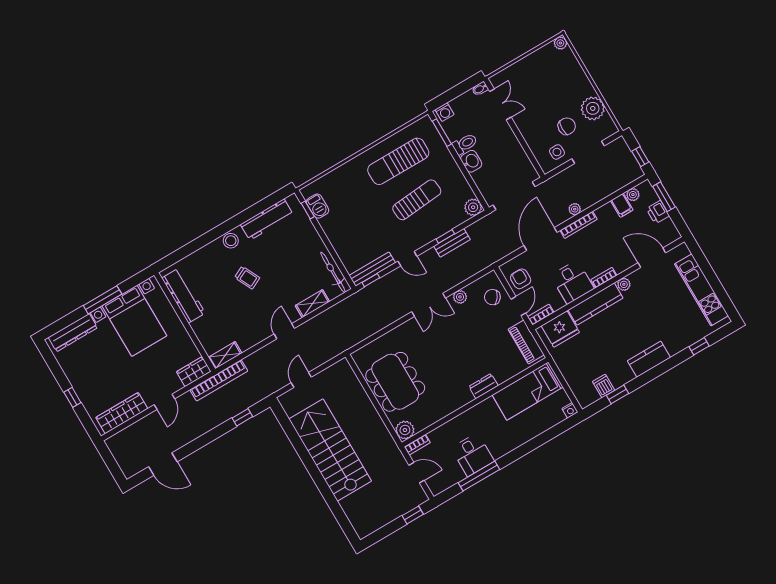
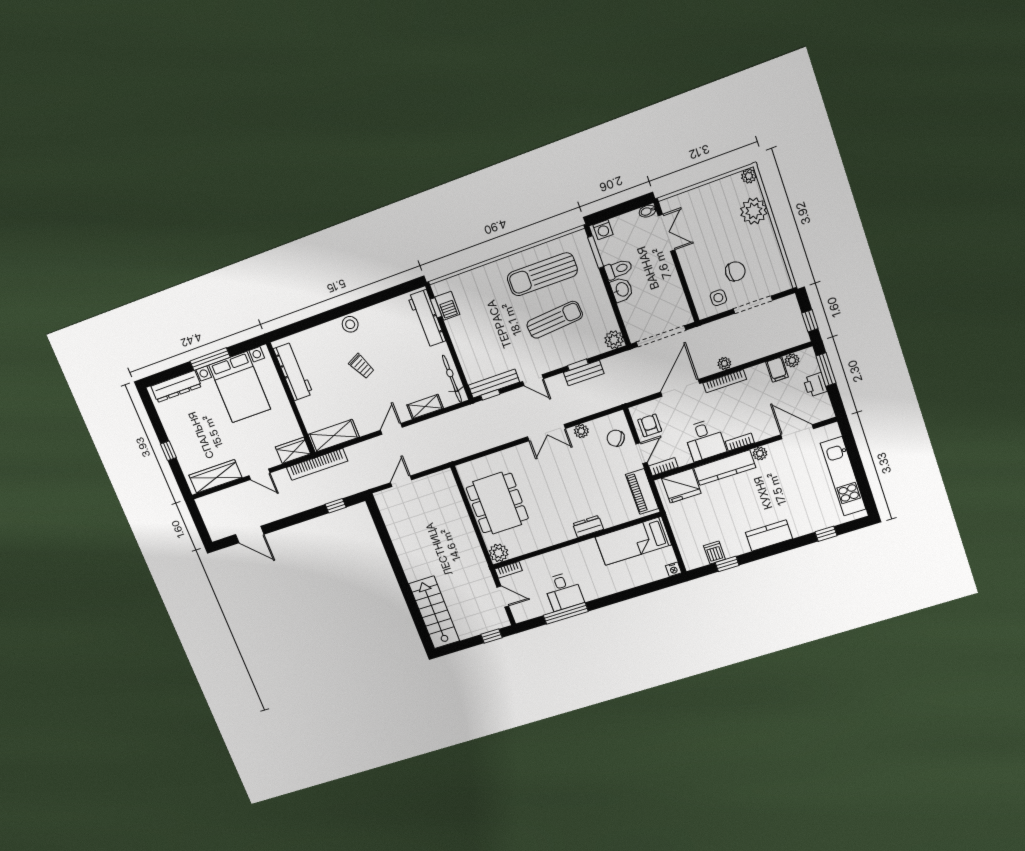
plant: (593, 108) -> (754, 211), moved
workbench: (267, 220) -> (427, 318), moved, turned 90
shelving: (225, 355) -> (334, 436), width x1.50, depth x1.33
door: (164, 402) -> (259, 474), hinge flipped
stairs: (330, 450) -> (434, 612), moved, width x0.73, depth x0.66

